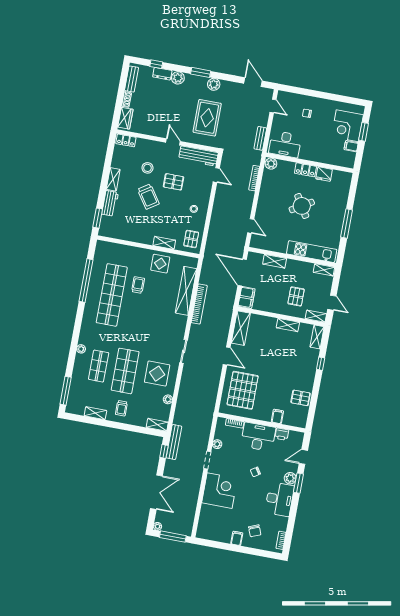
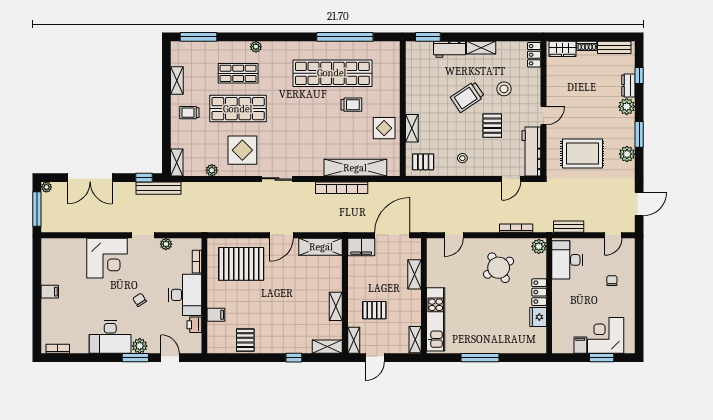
round table: (302, 206) -> (499, 268), moved
chair: (255, 531) -> (64, 313), removed

